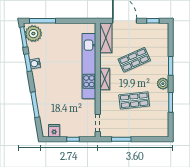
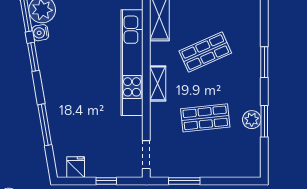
water cooler: (35, 64) -> (40, 33), moved
plant: (163, 84) -> (252, 120), moved

